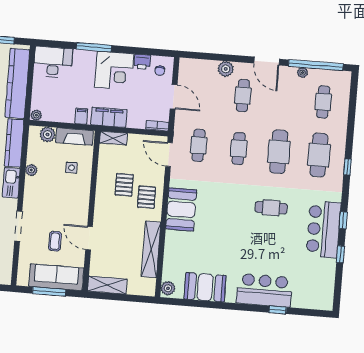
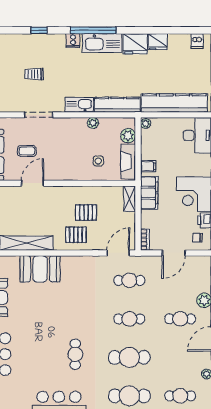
booth: (181, 209) -> (40, 269), moved

